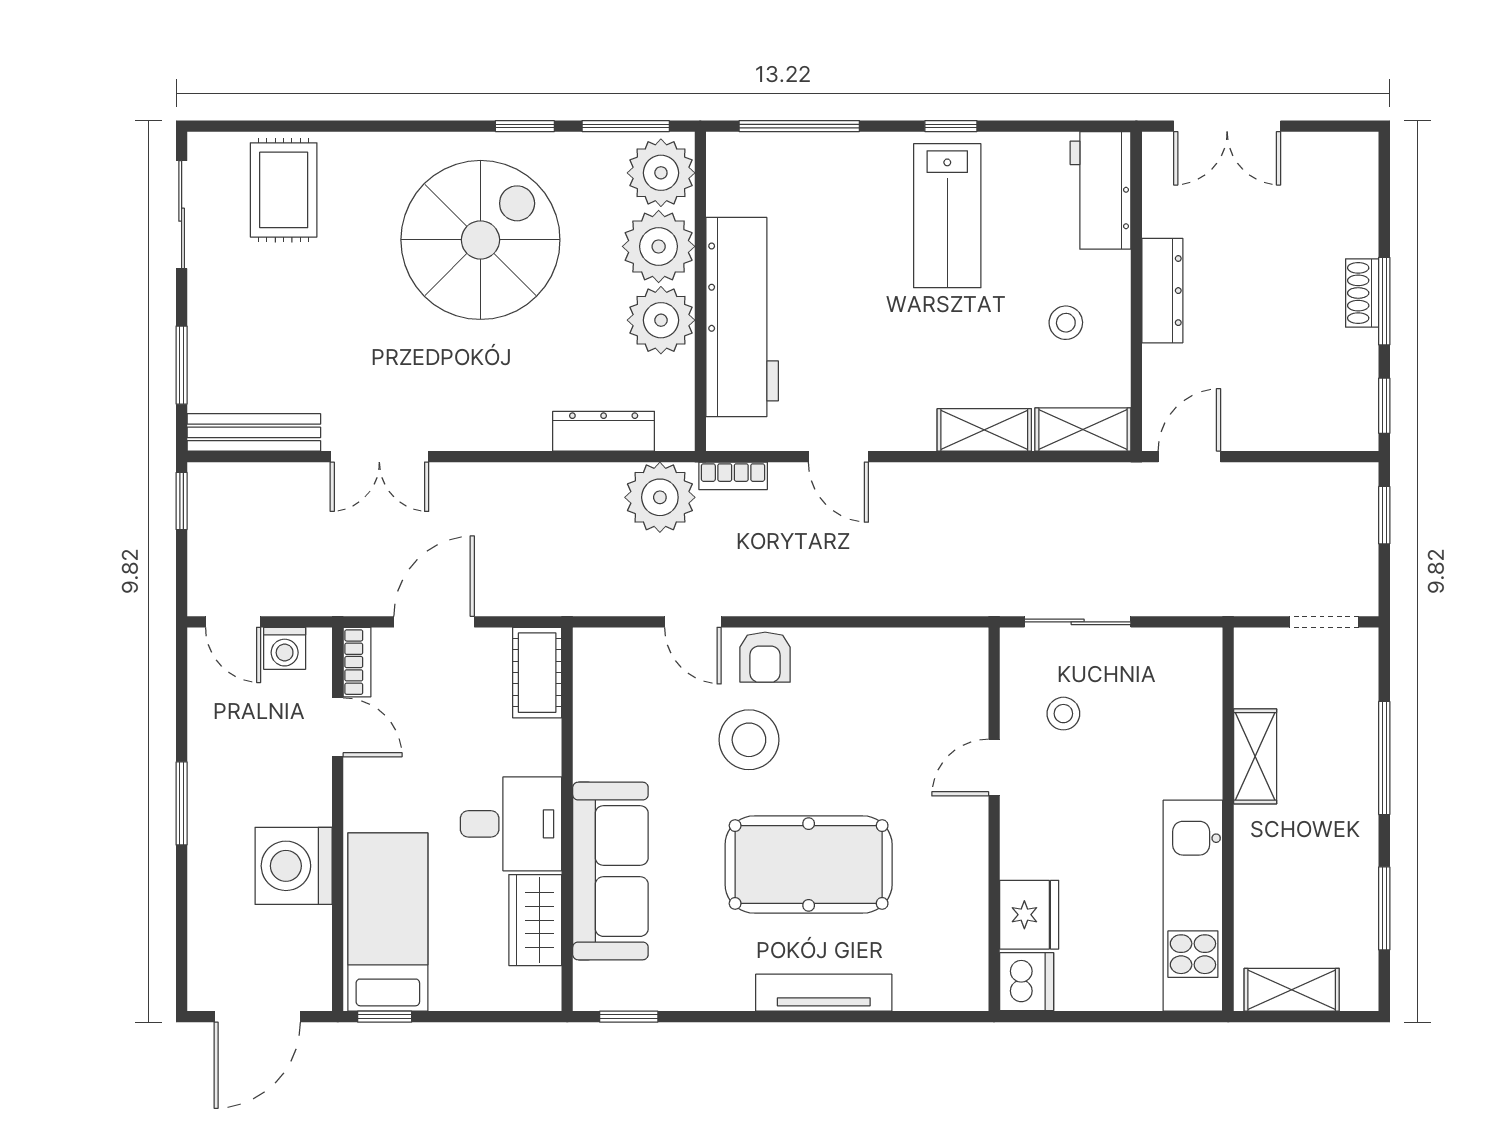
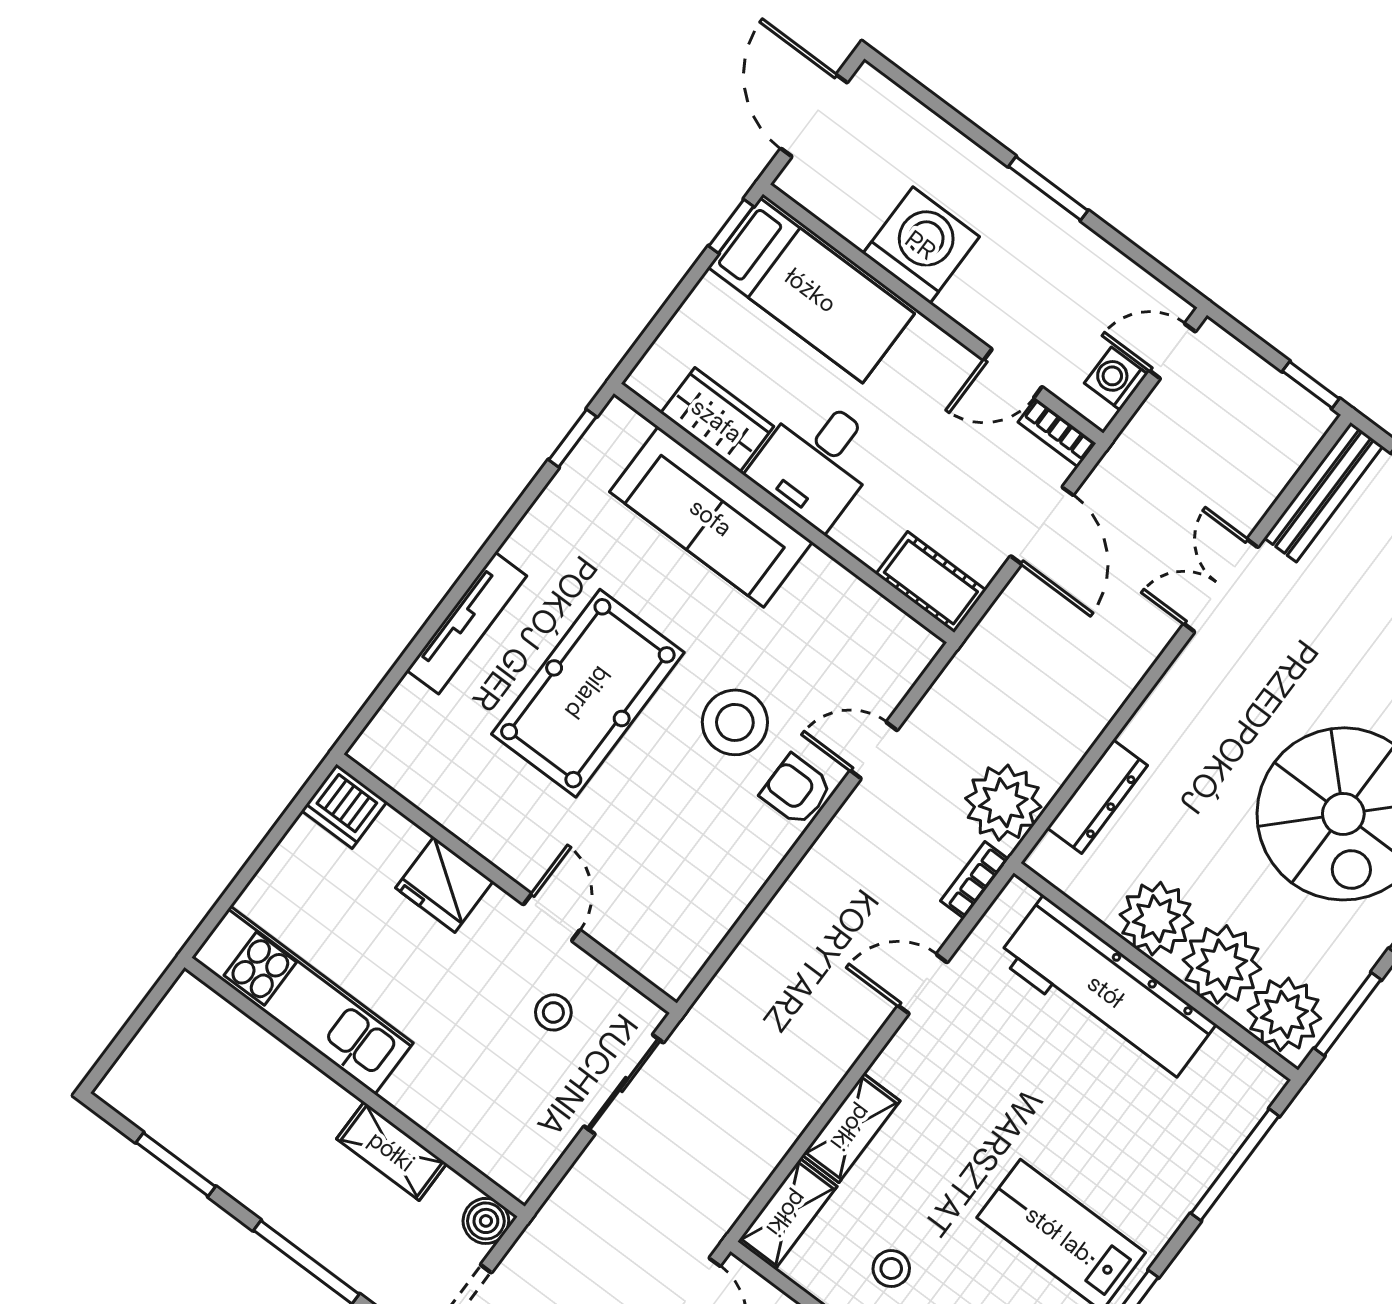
boiler: (1255, 648) -> (486, 1221), added
fridge: (1029, 915) -> (444, 885), moved
shelving: (1292, 990) -> (165, 1031), removed

